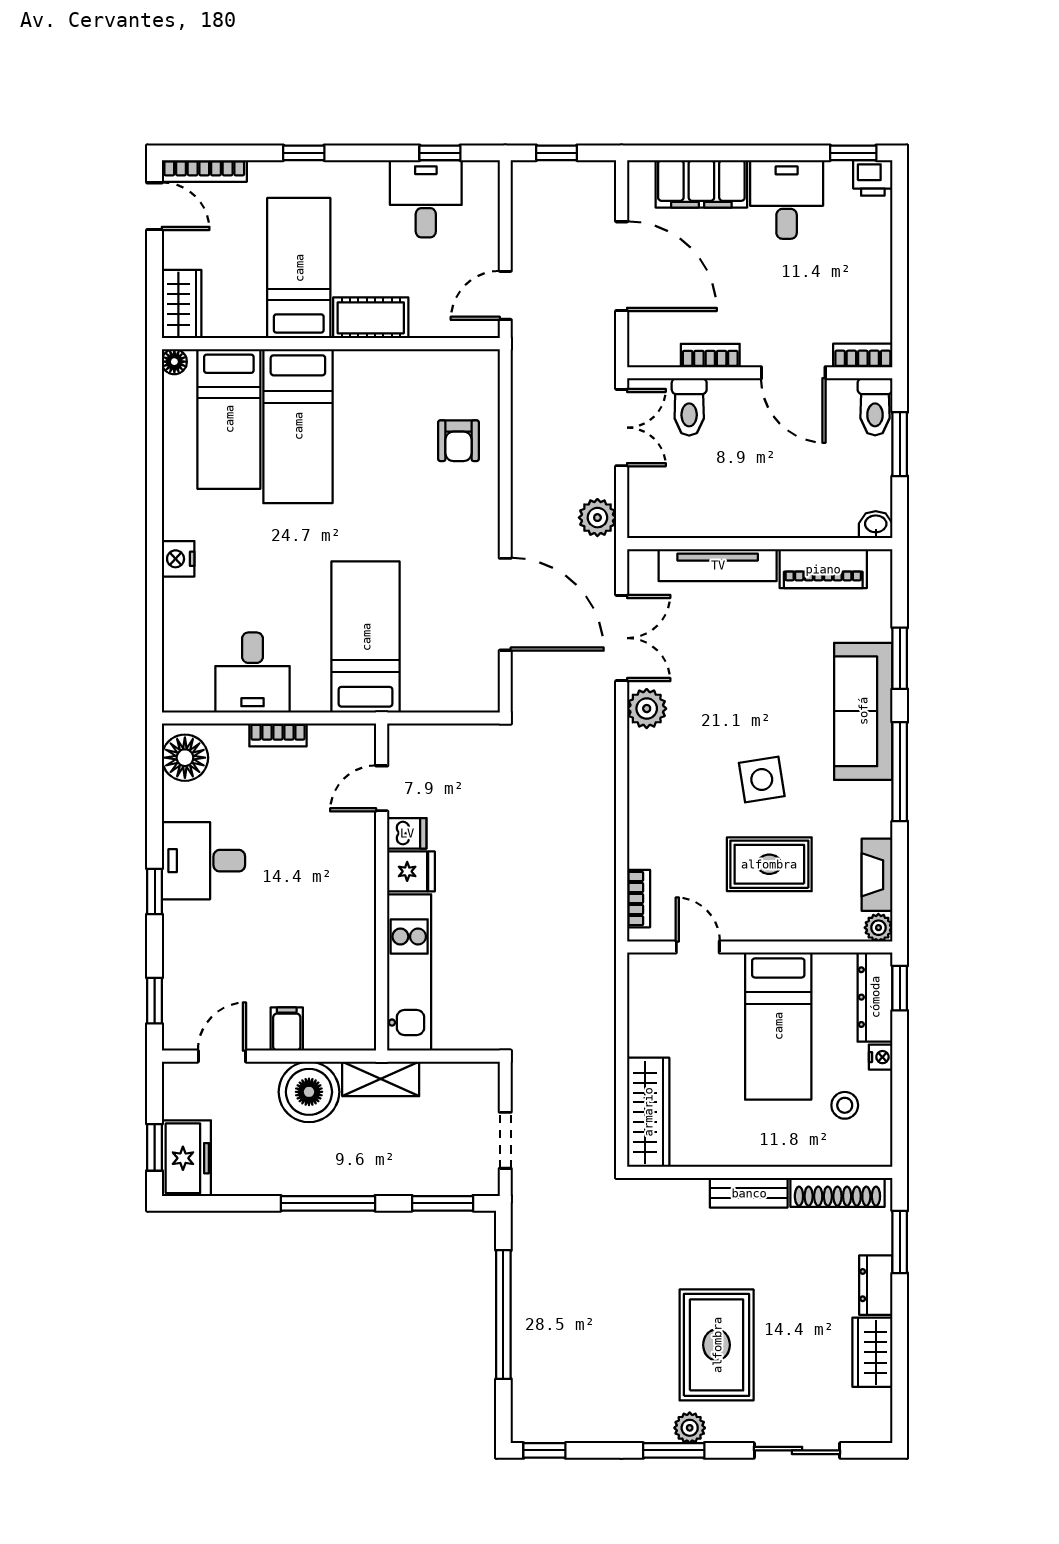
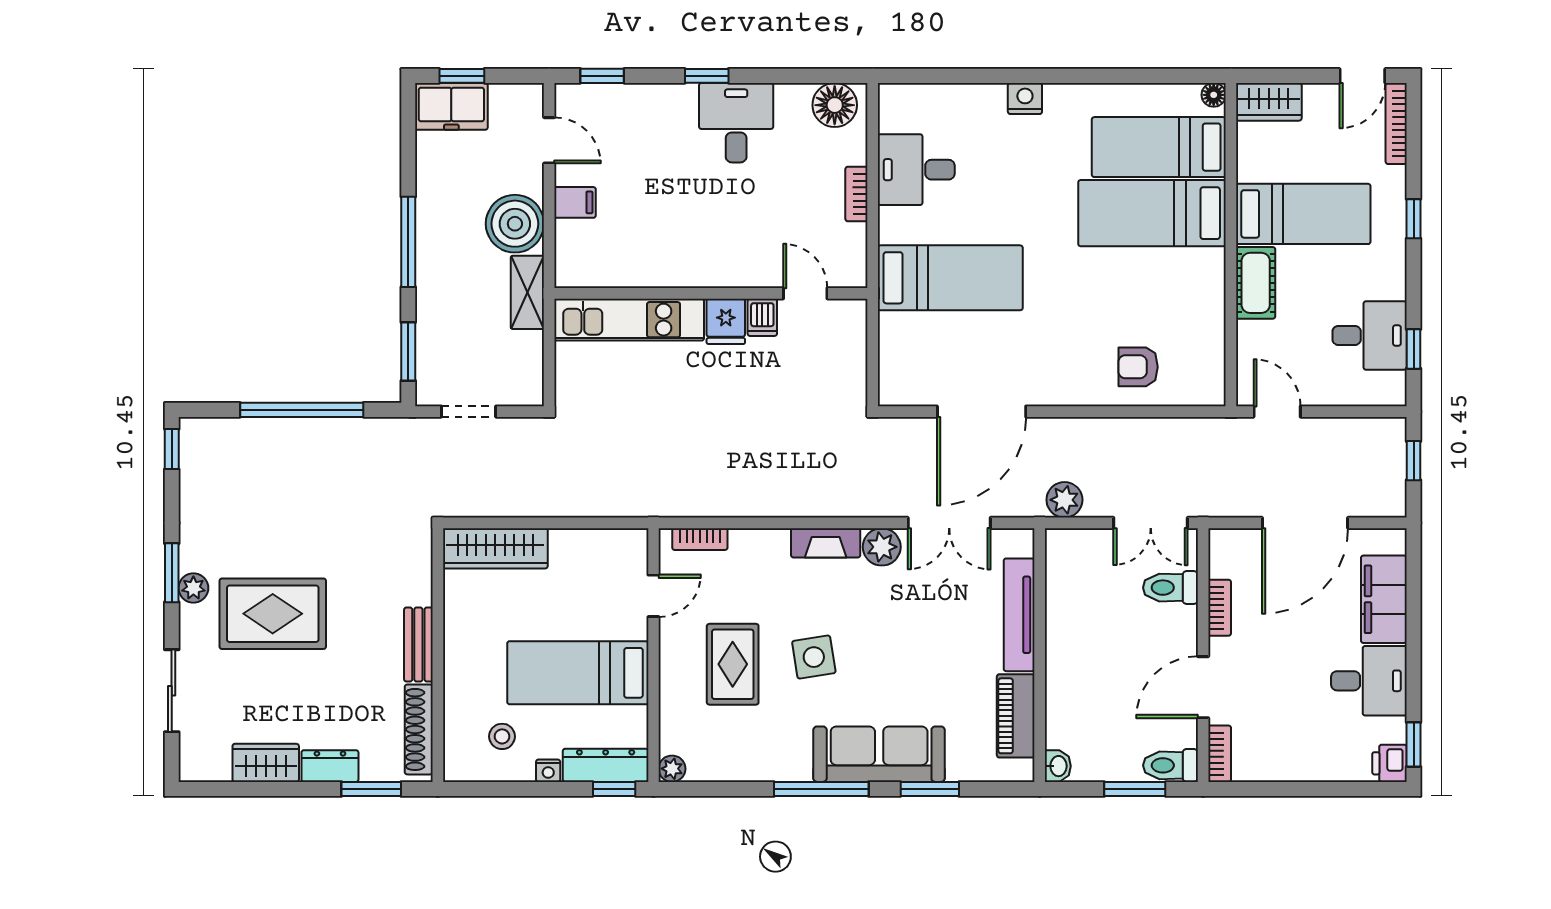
fireplace: (877, 875) -> (826, 543), moved, turned 180

